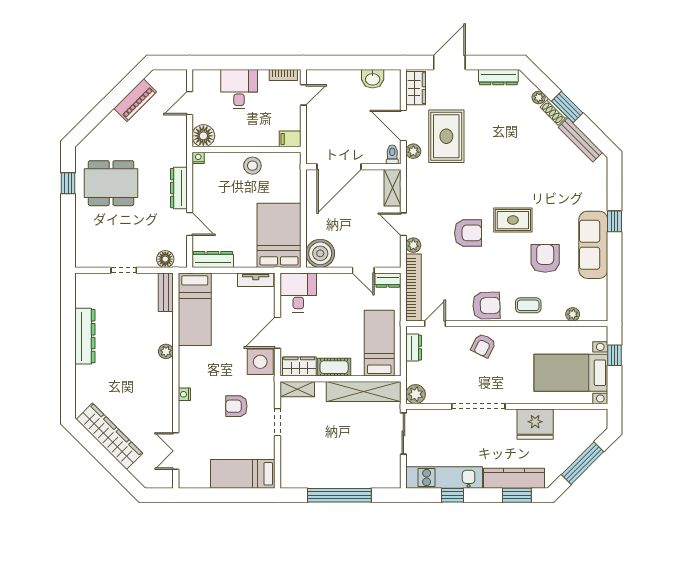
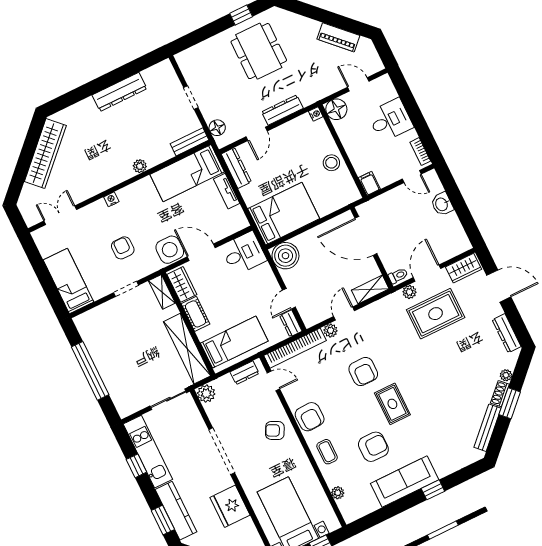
washbasin: (373, 79) -> (442, 204), moved
tv unit: (256, 280) -> (227, 191), moved

